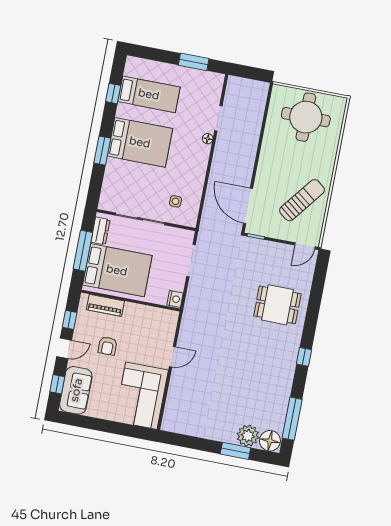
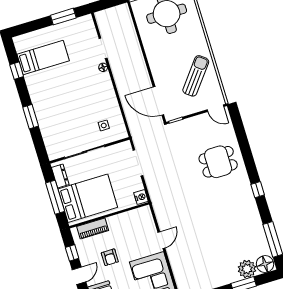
bed: (140, 142) -> (55, 96), removed
door: (305, 246) -> (215, 108), hinge flipped

